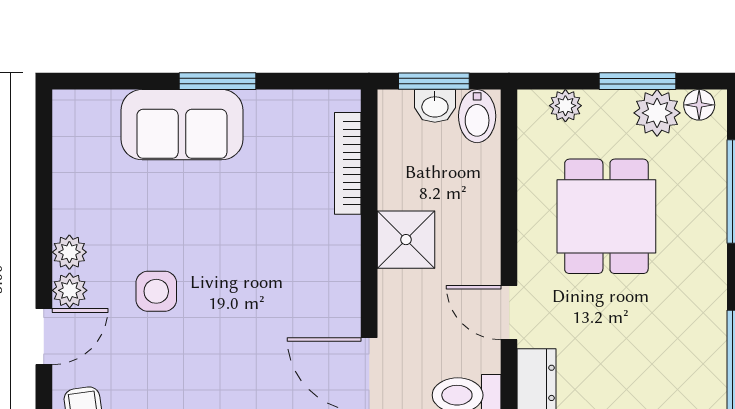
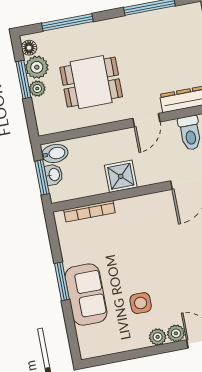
plant: (565, 106) -> (37, 89), moved
side table: (156, 291) -> (141, 303), moved

